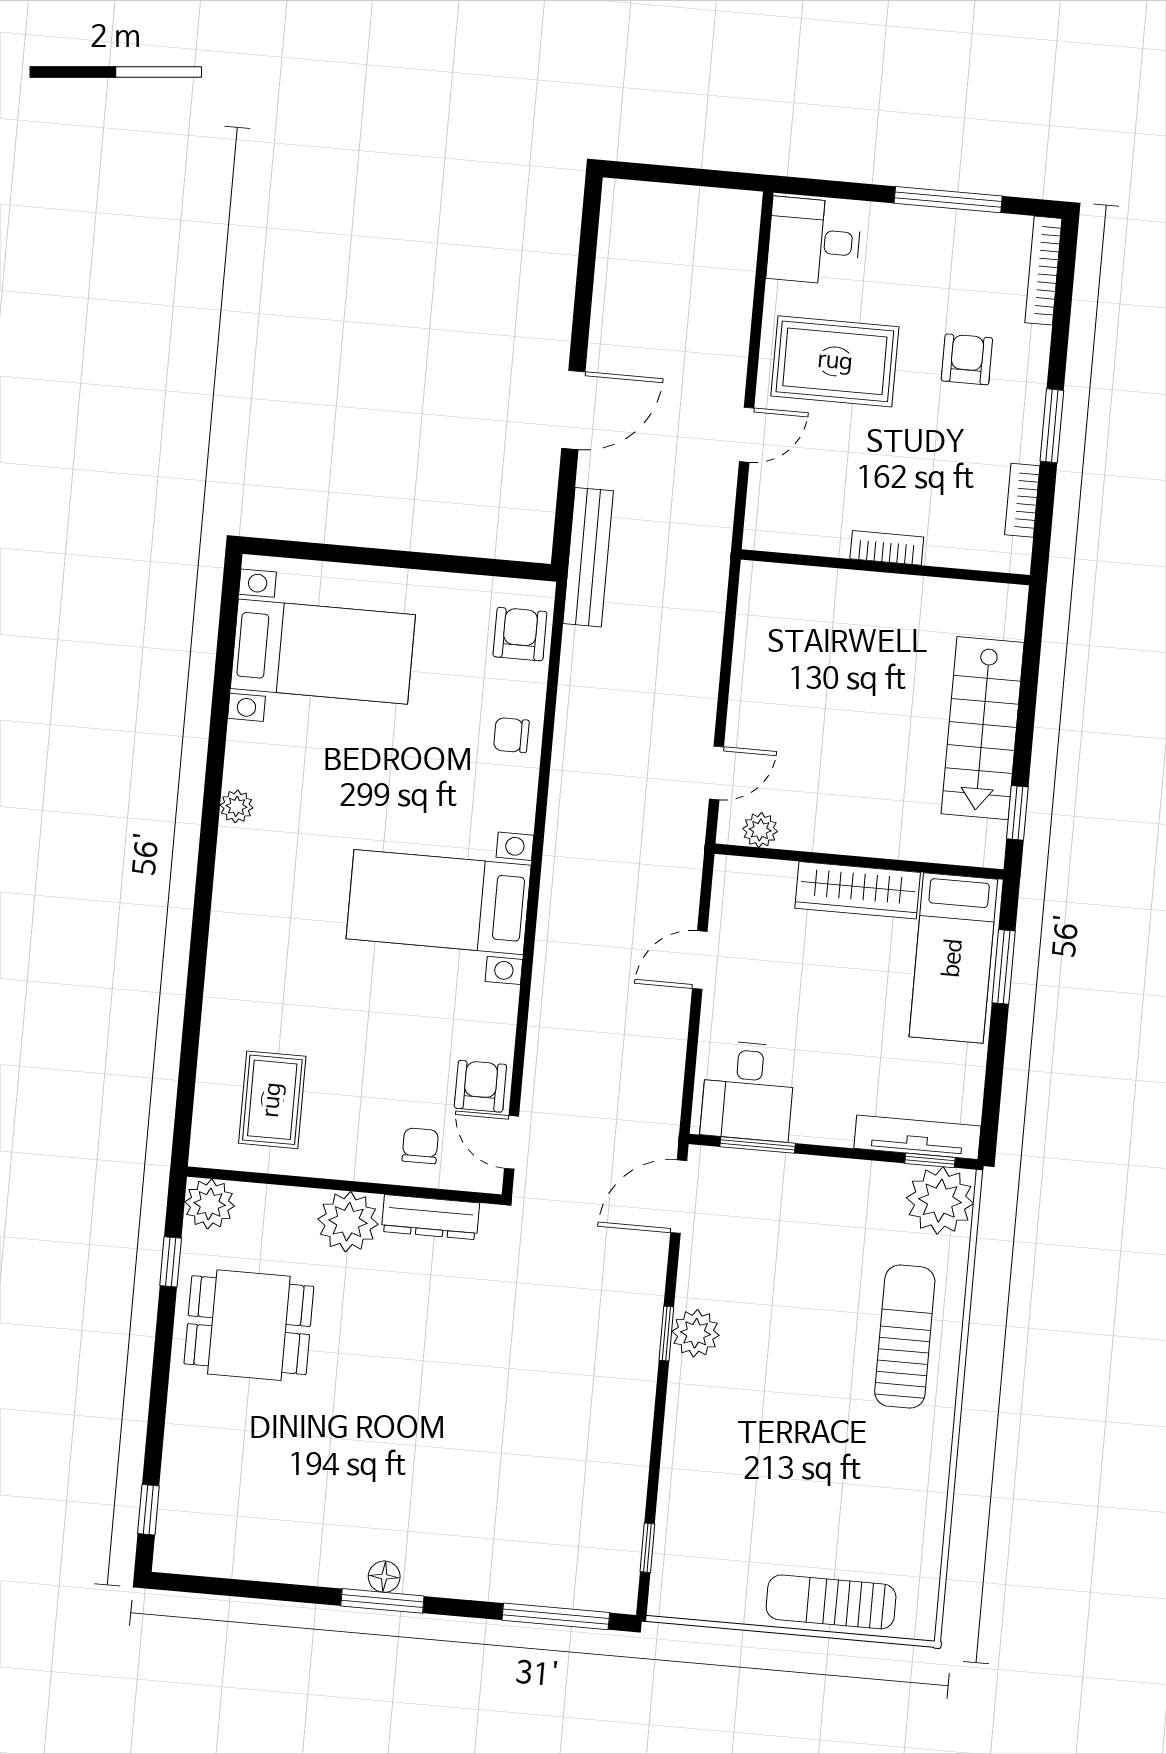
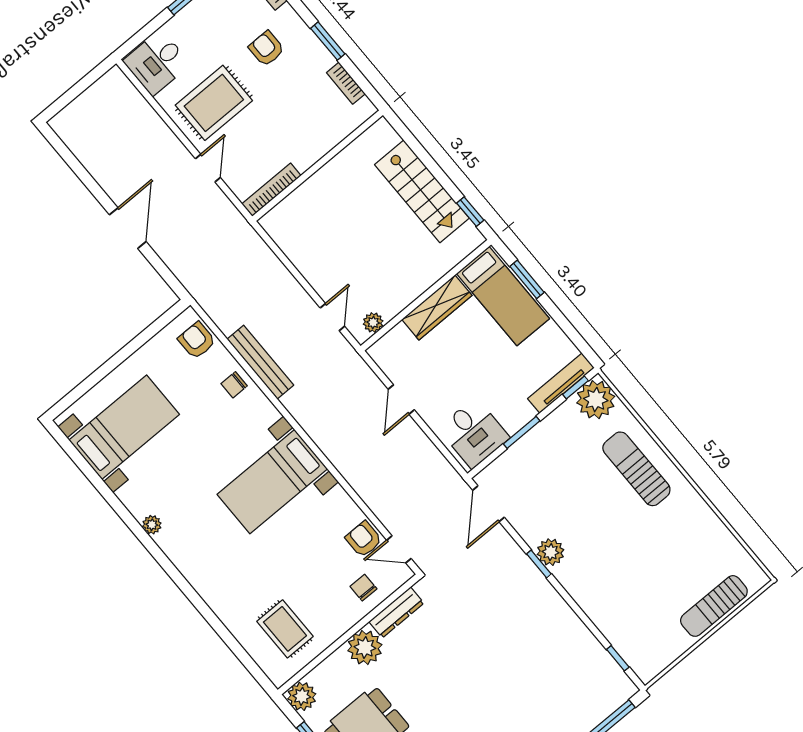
bookcase: (887, 548) -> (271, 190), moved, width x1.56
bench: (588, 557) -> (260, 362), moved
window: (758, 1145) -> (522, 432), moved

